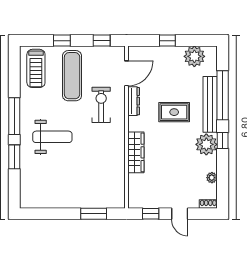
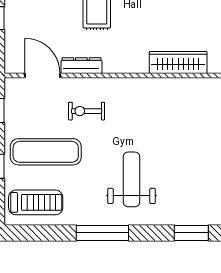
exercise bike: (101, 105) -> (87, 111), width x0.73, depth x0.72
wardrobe: (136, 152) -> (178, 62), moved
window: (14, 157) -> (191, 233), moved

